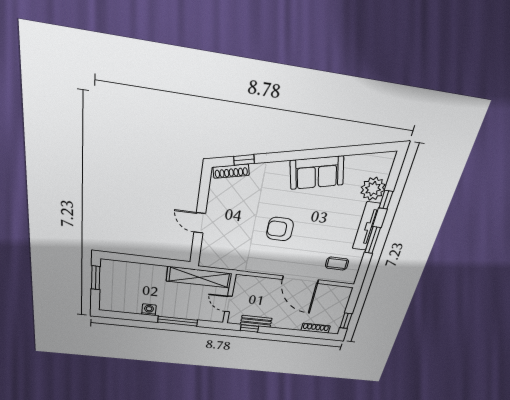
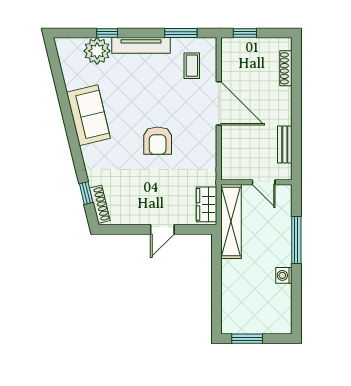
window: (373, 240) -> (181, 33), moved
wardrobe: (217, 261) -> (207, 204), added
door: (300, 280) -> (219, 103), hinge flipped
door: (228, 304) -> (264, 182), hinge flipped
window: (346, 321) -> (245, 33), moved
window: (249, 328) -> (296, 151), removed

